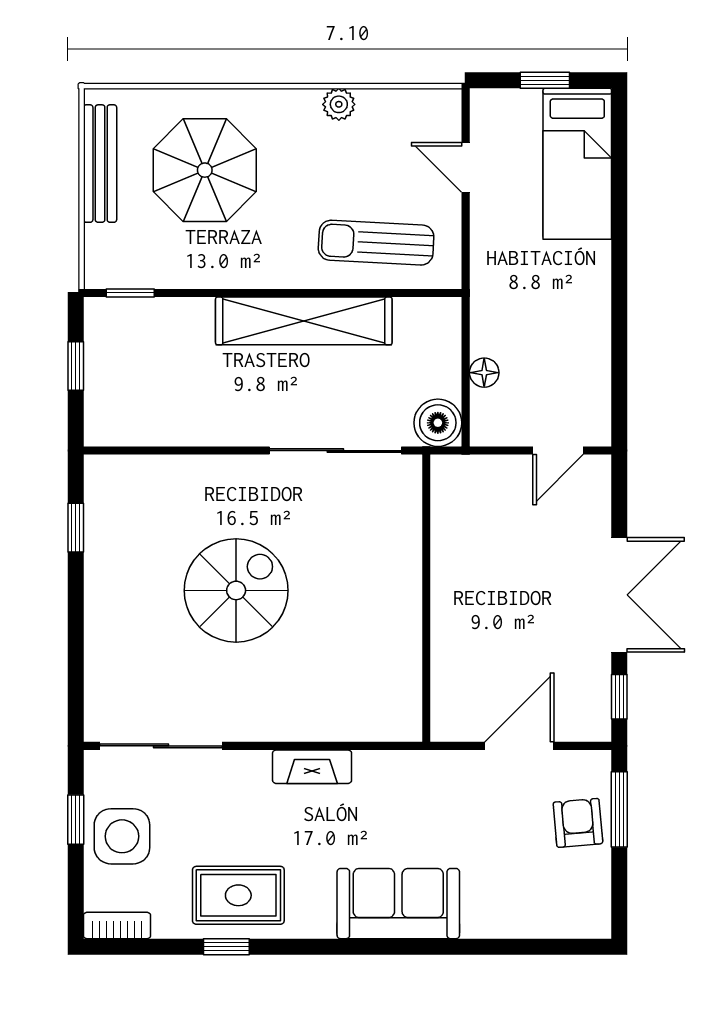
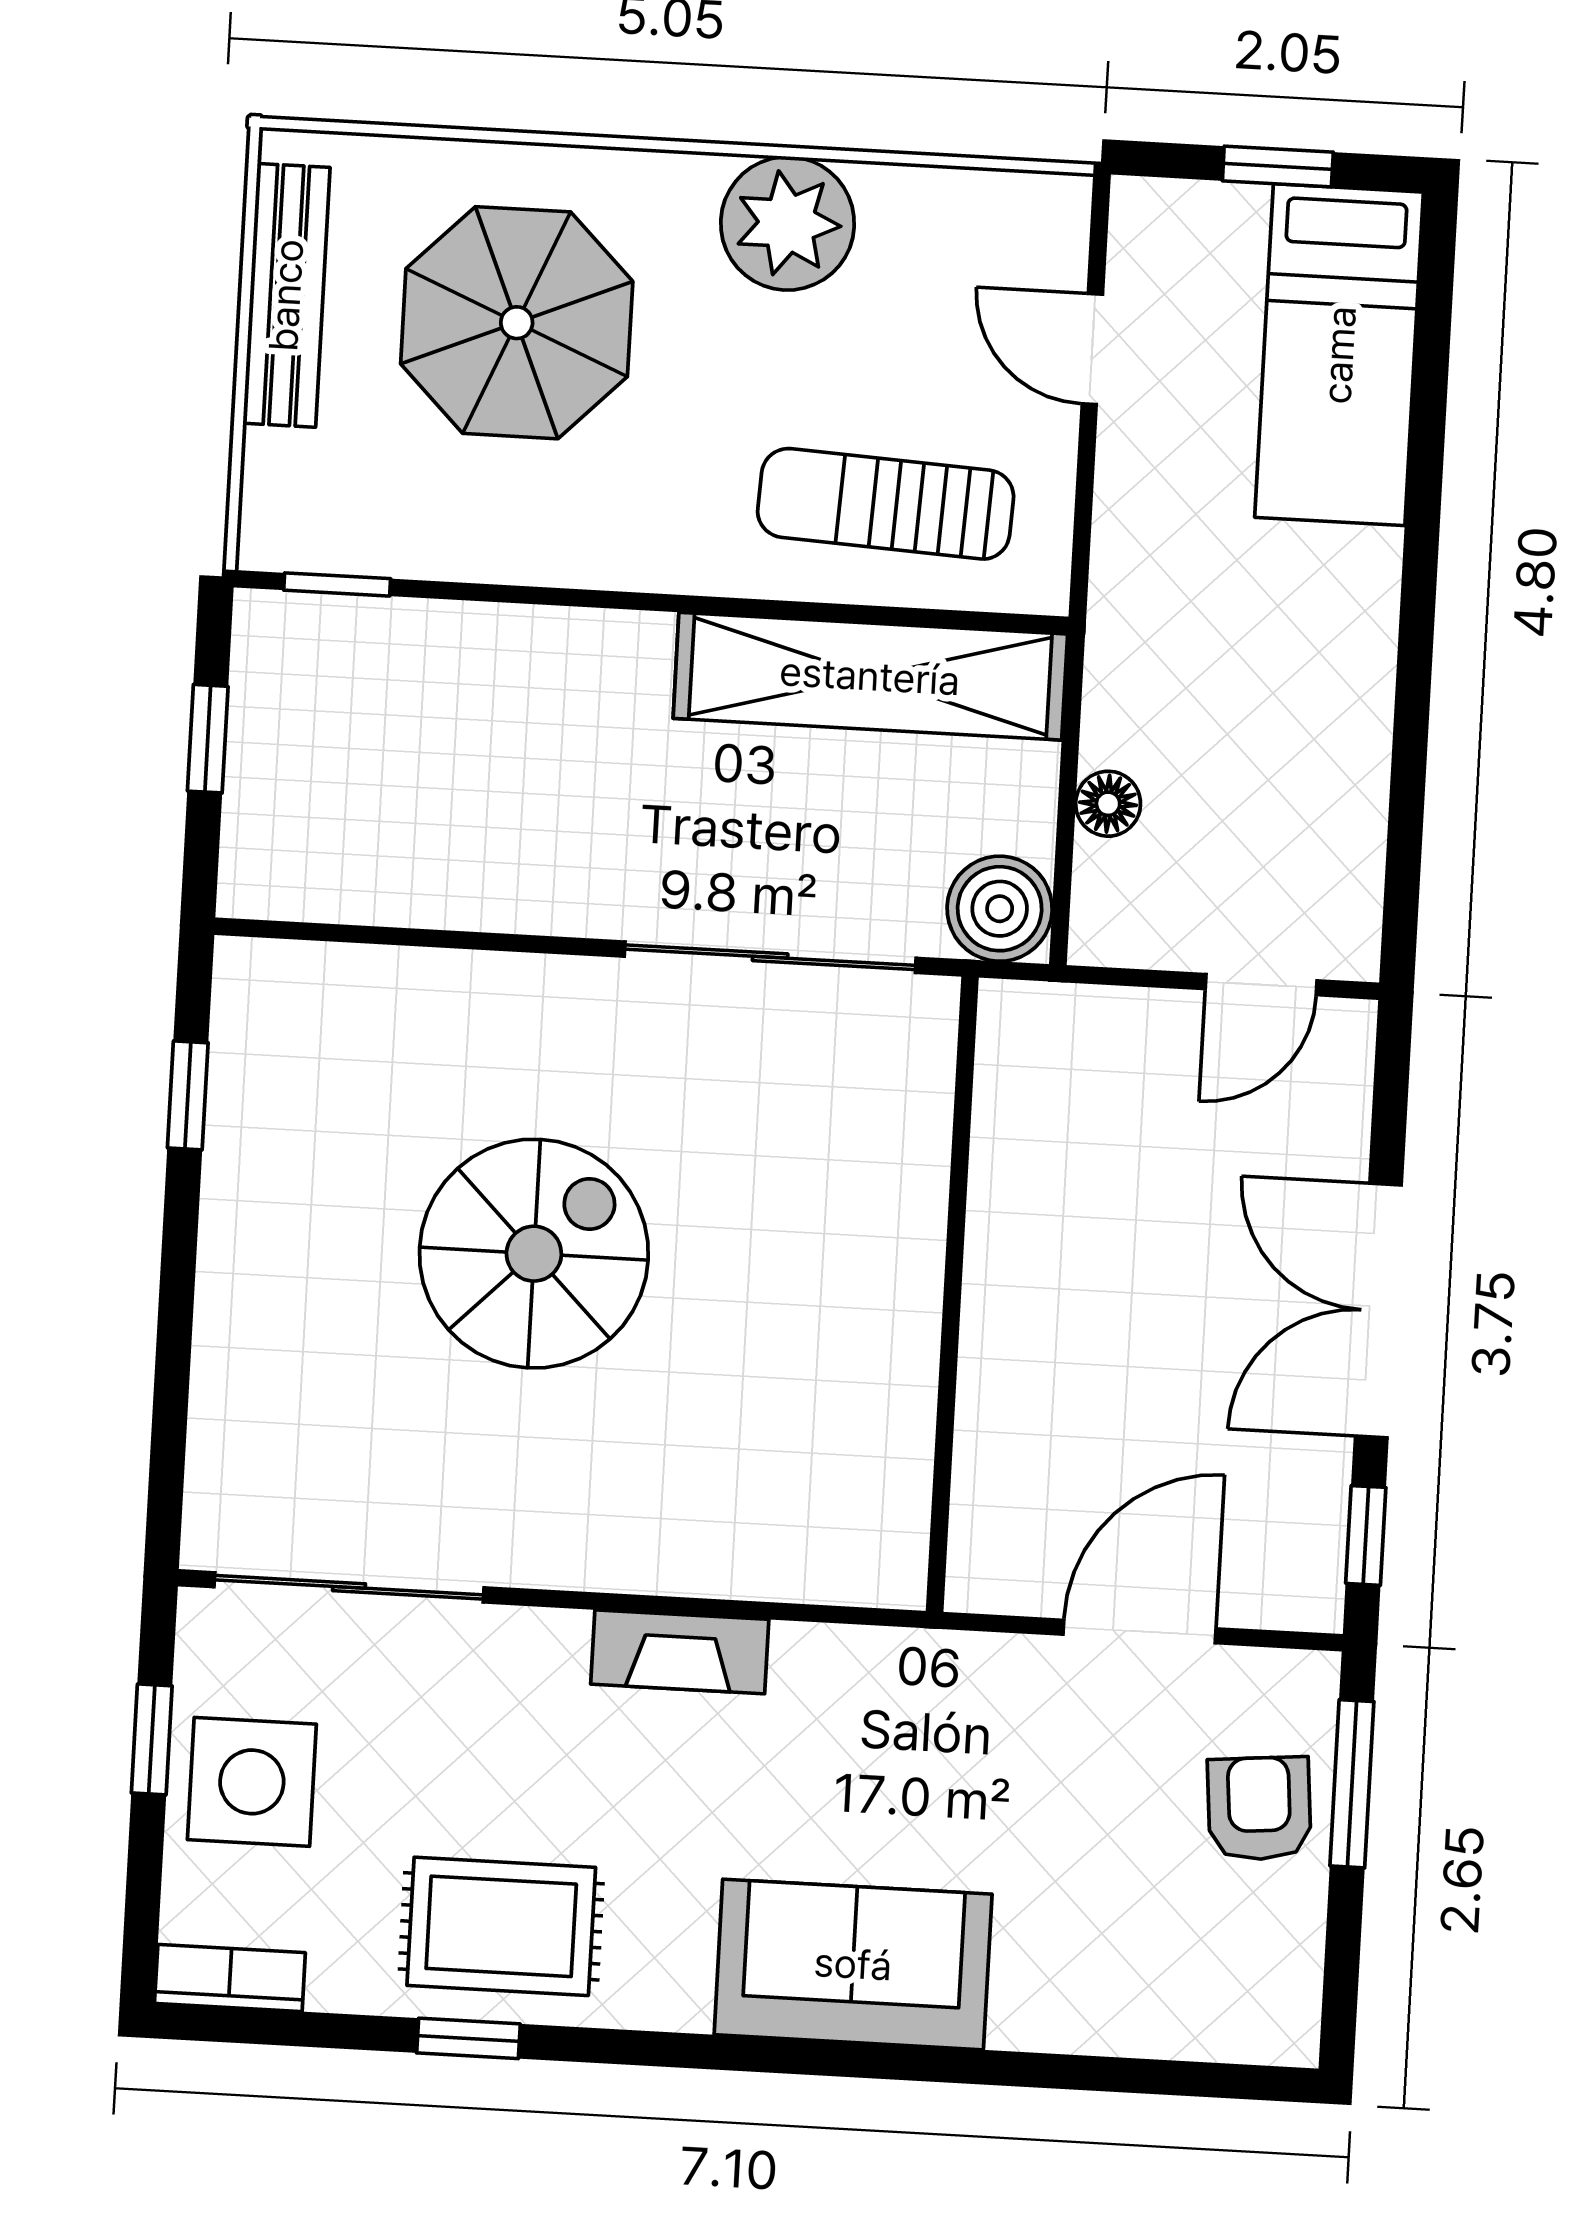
plant: (339, 104) -> (788, 223), width x1.88, depth x1.88
shelving: (304, 321) -> (870, 676), moved
double door: (619, 595) -> (1378, 1311), swing flipped

